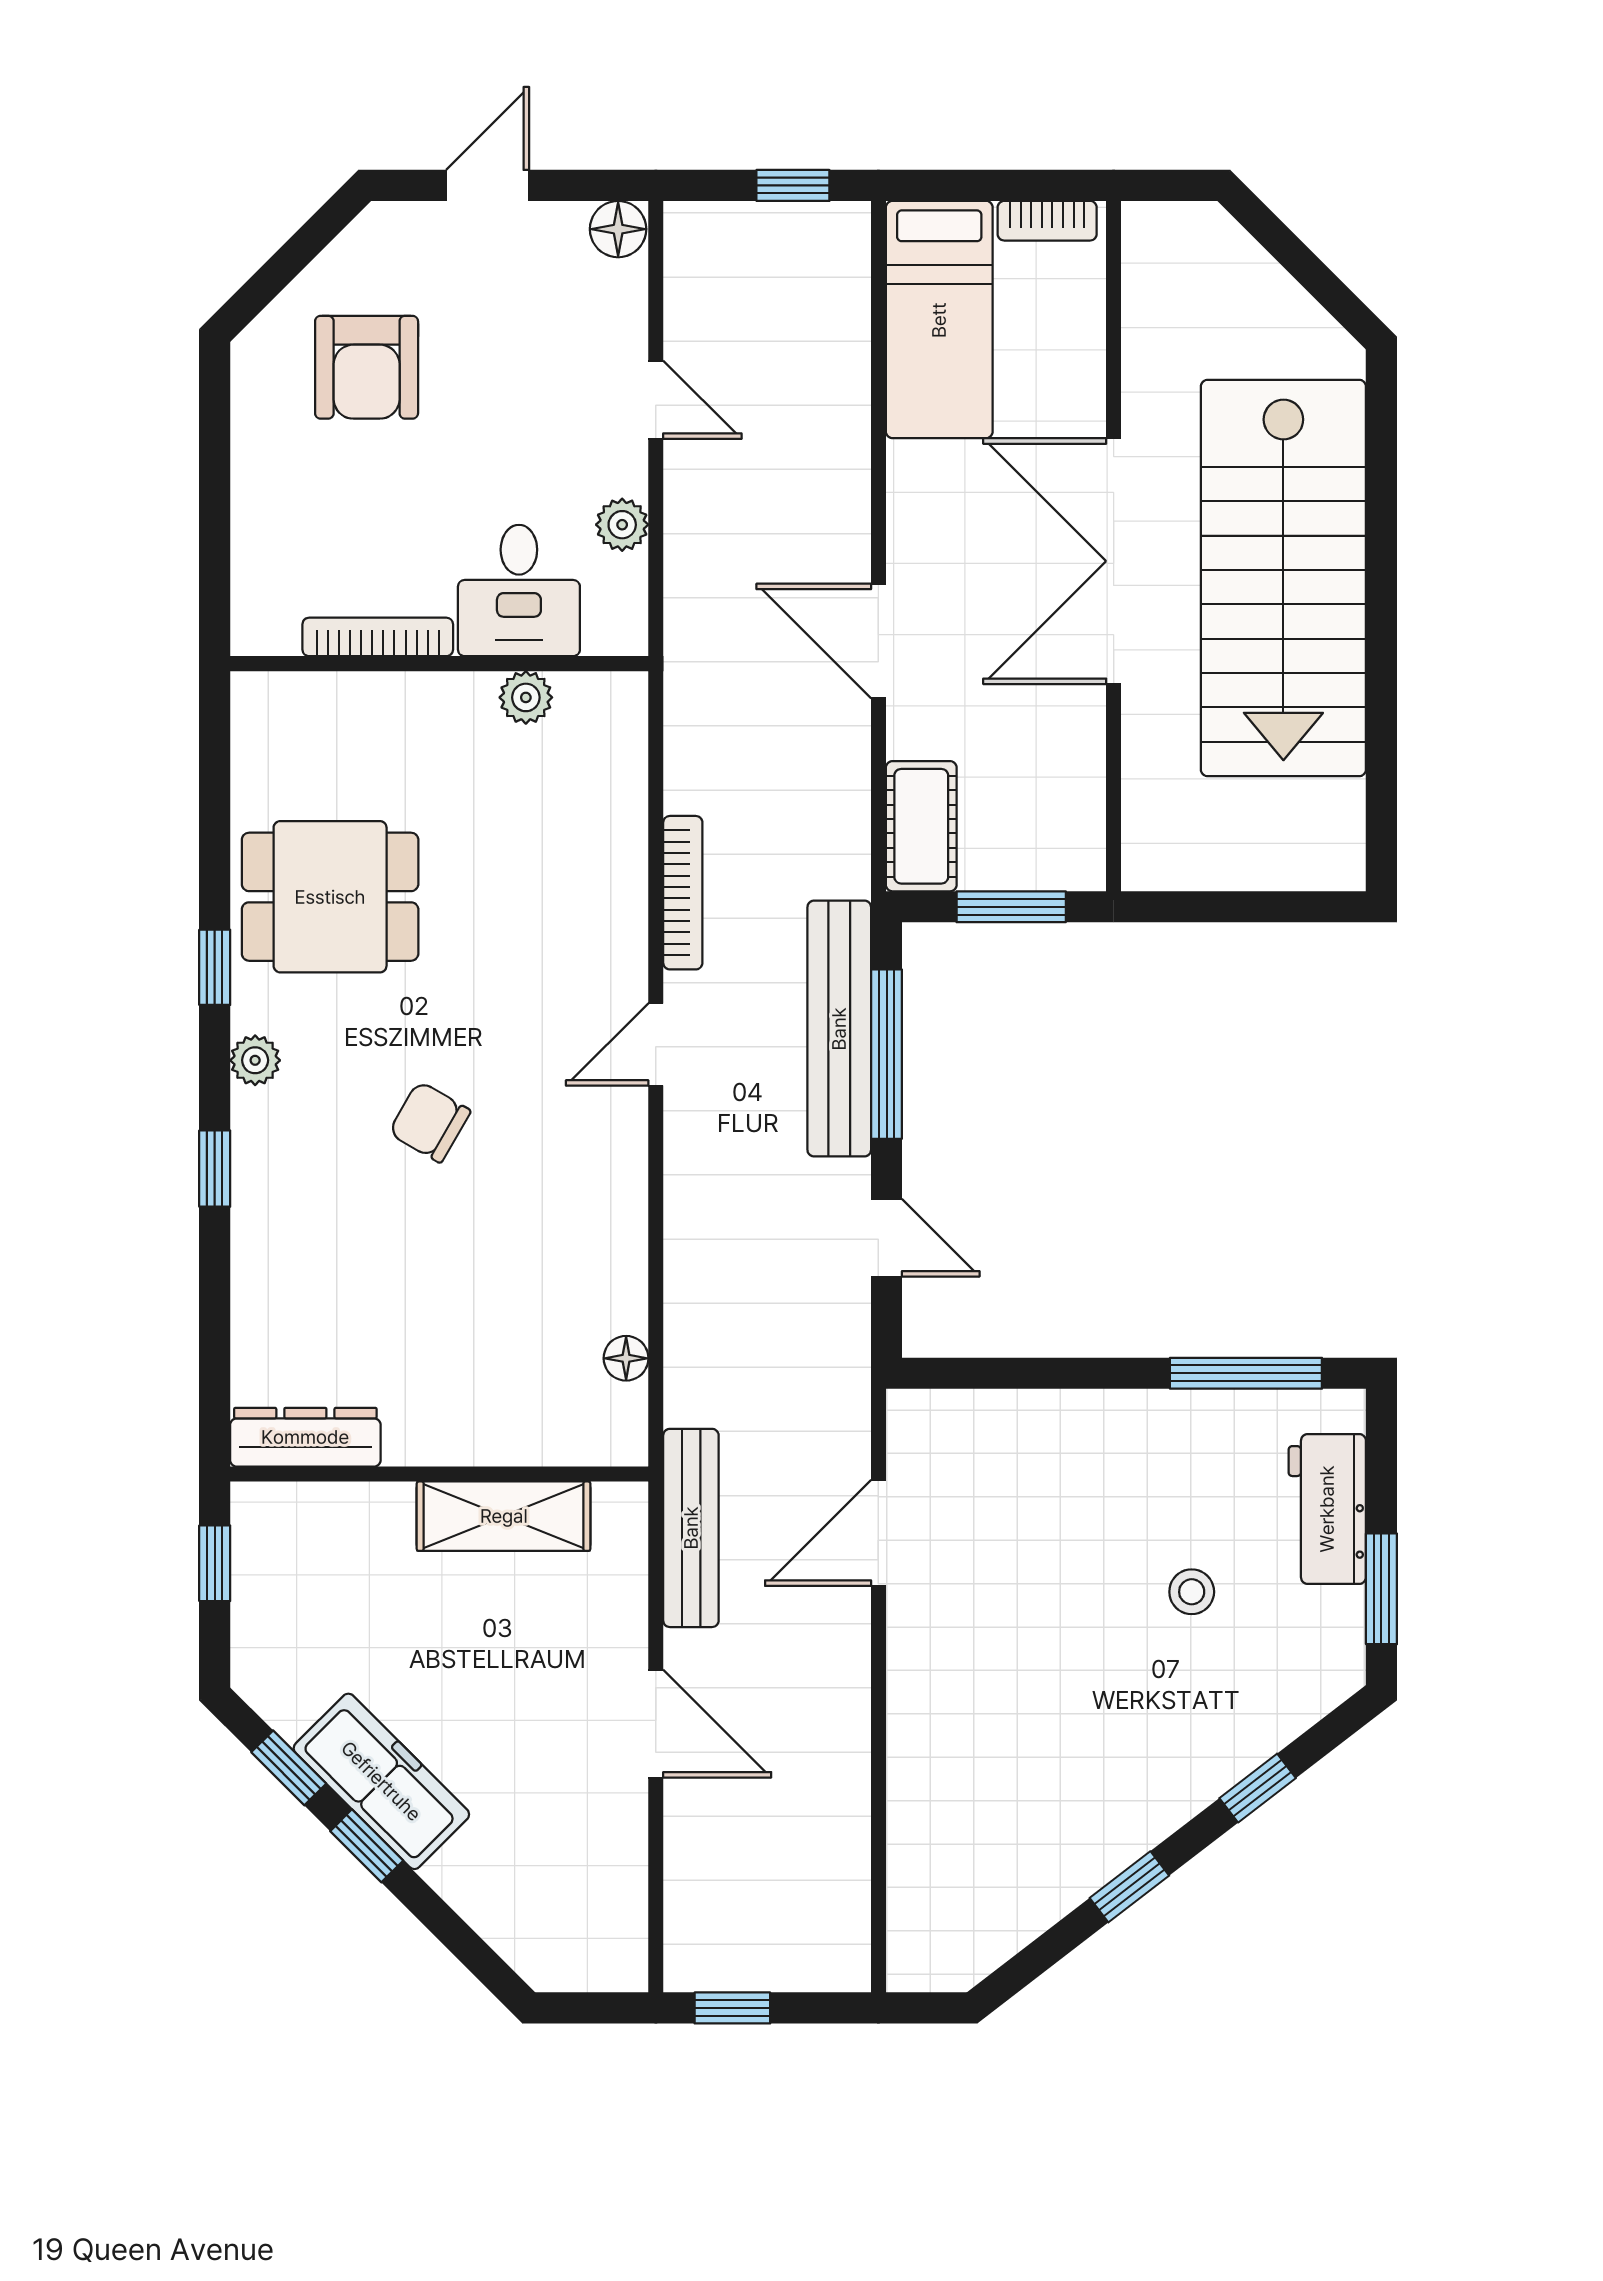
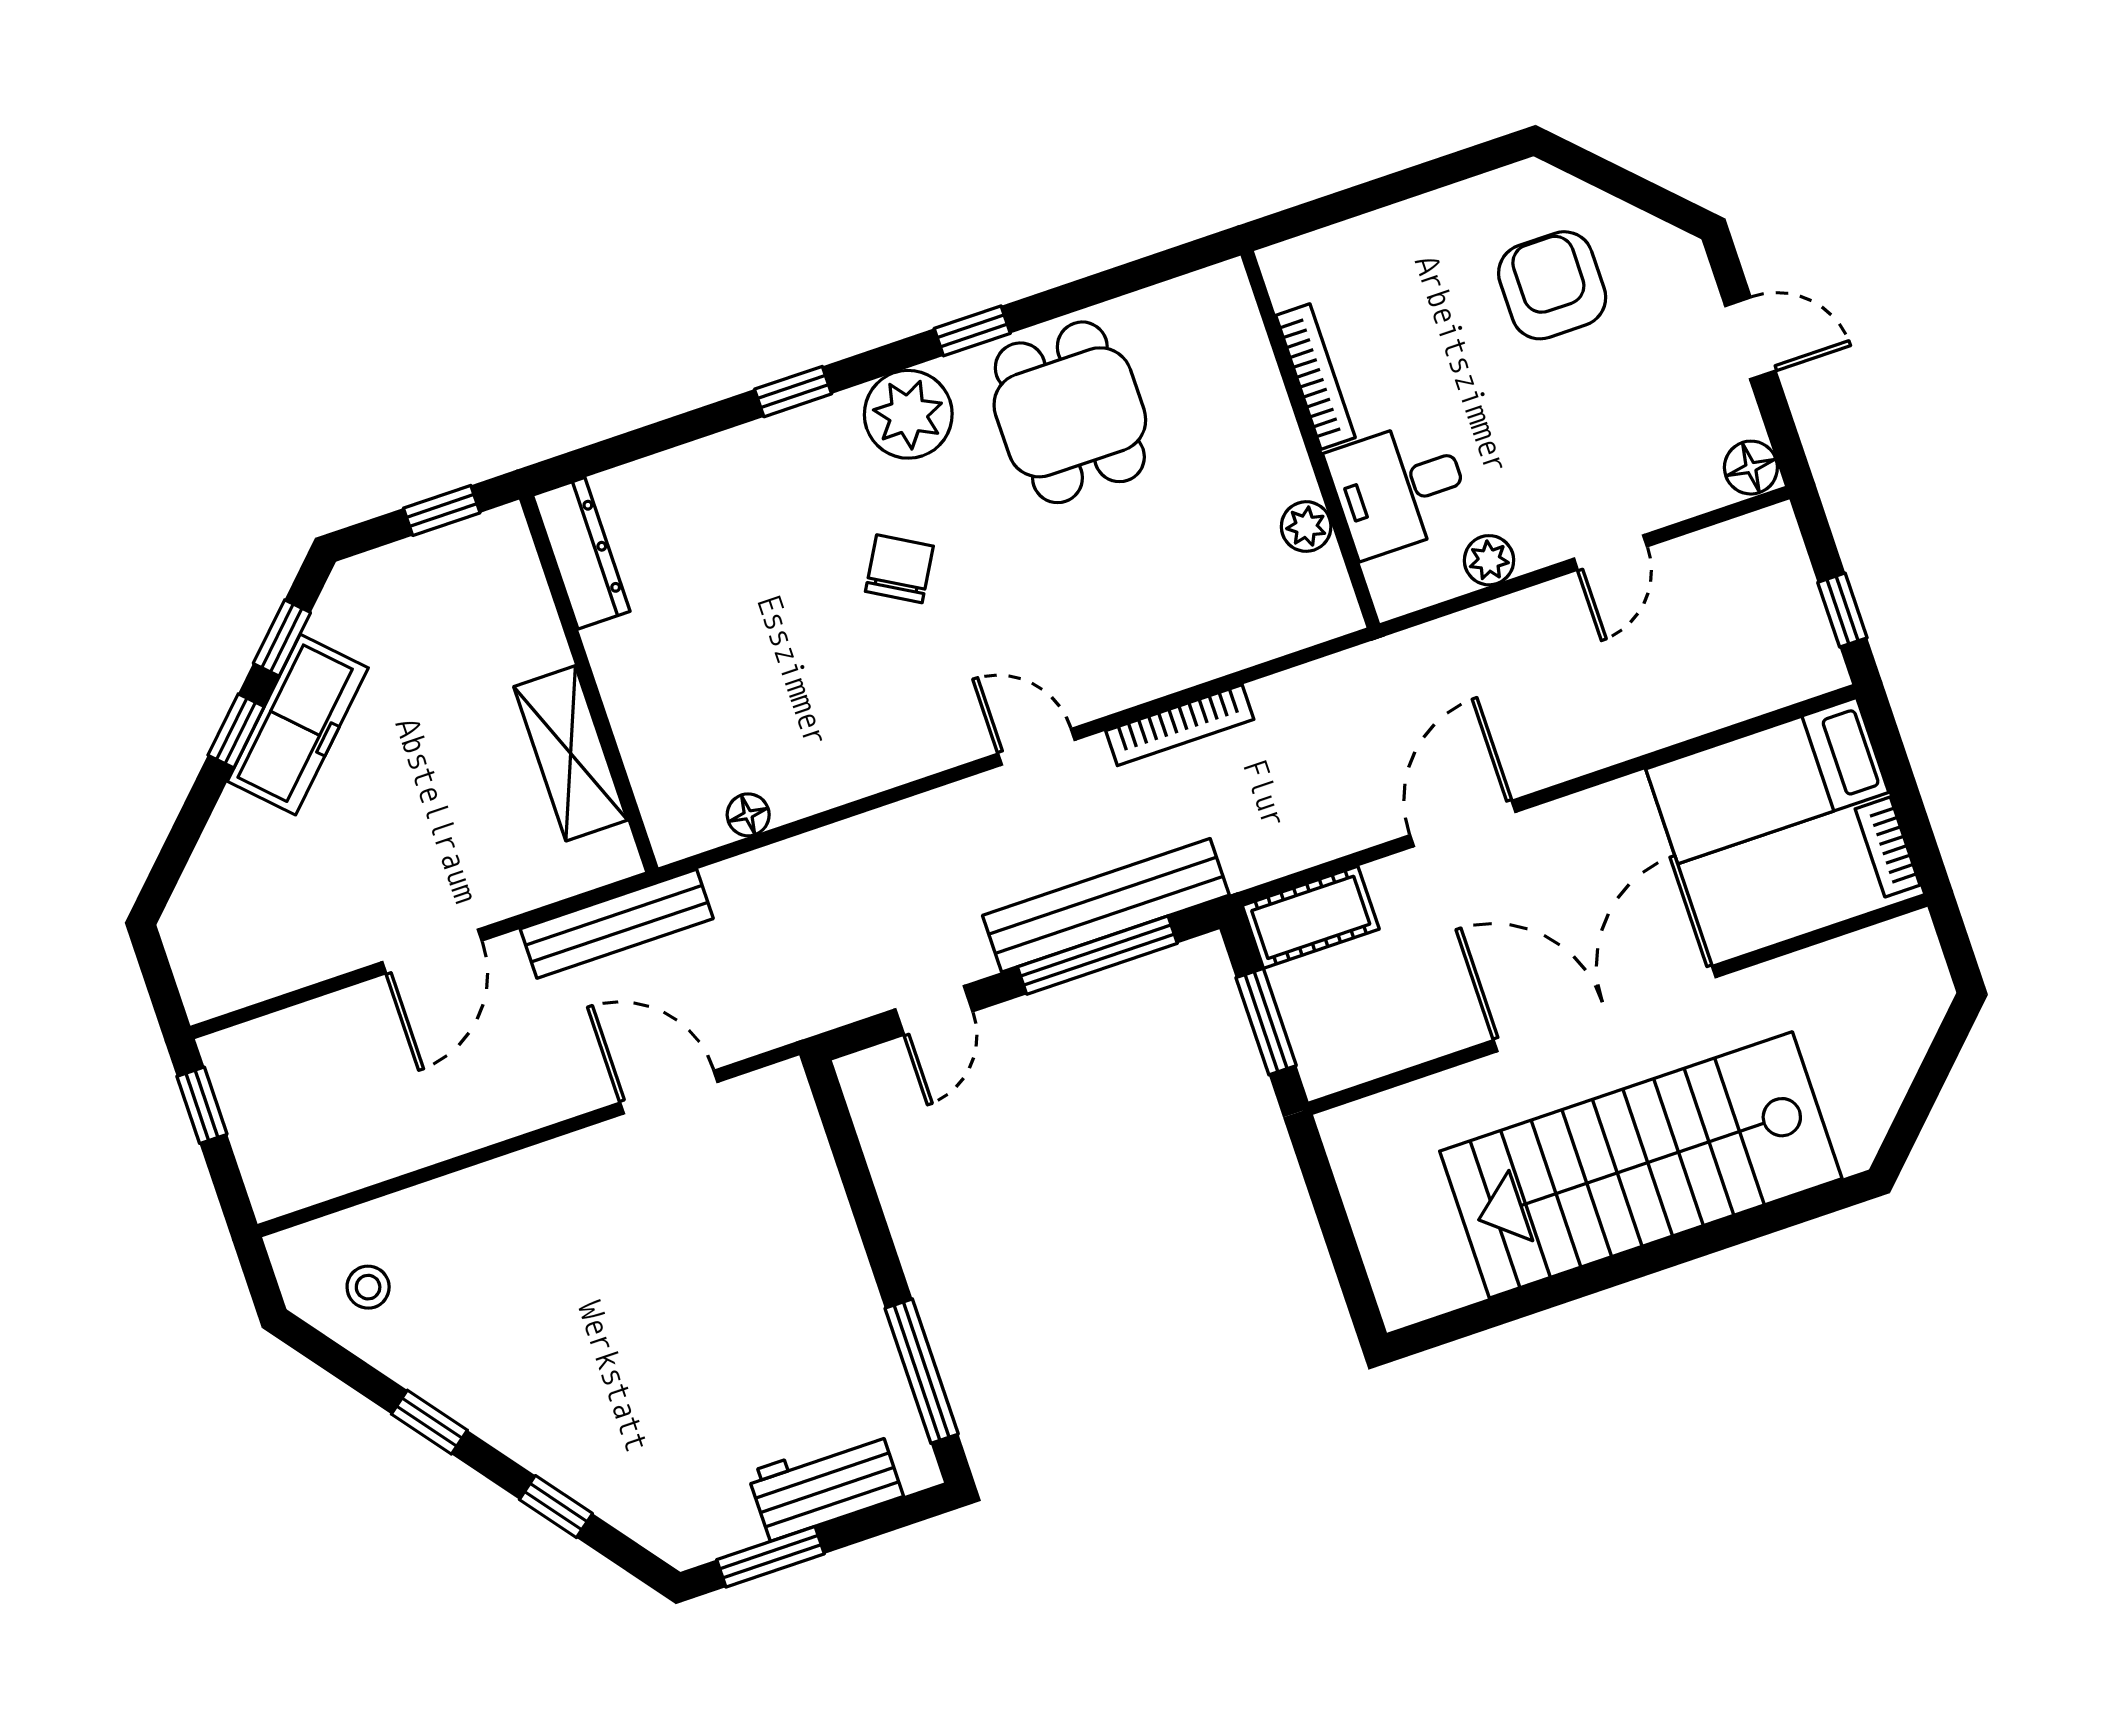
armchair: (367, 367) -> (1552, 285), turned 90
plant: (255, 1060) -> (908, 414), width x1.88, depth x1.88
stool: (1192, 1592) -> (368, 1287), moved

